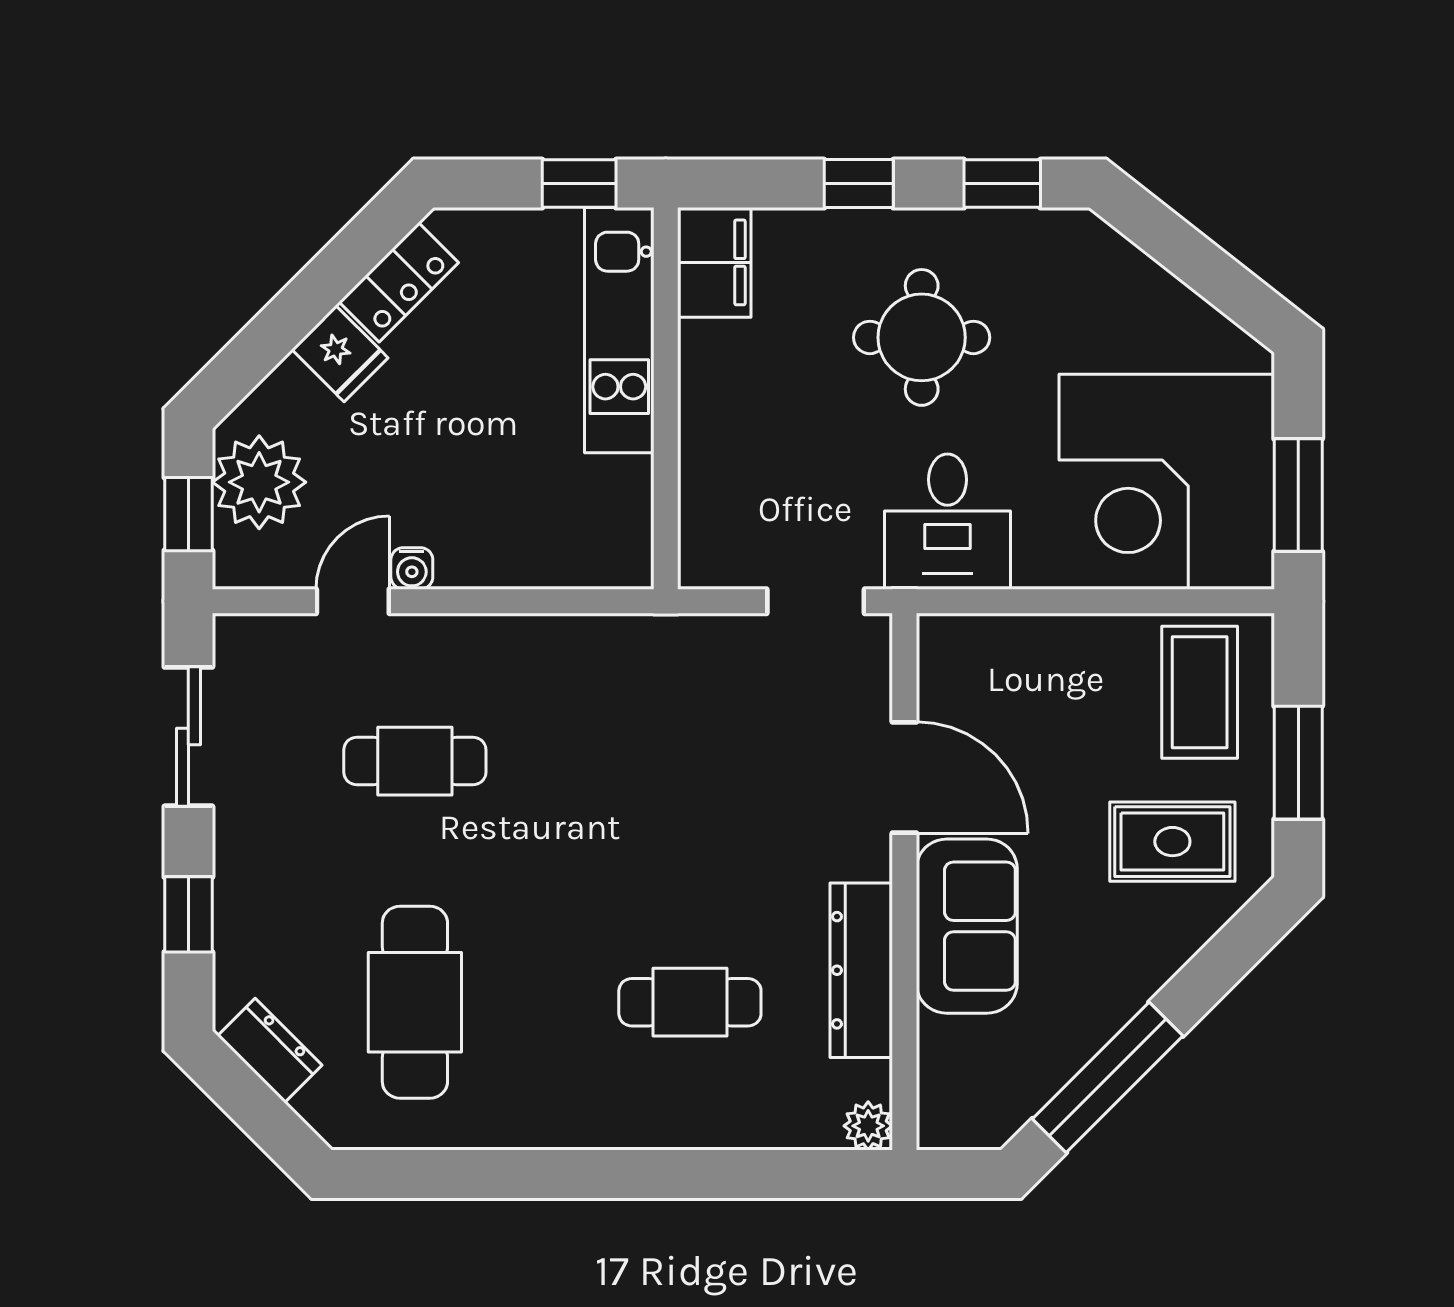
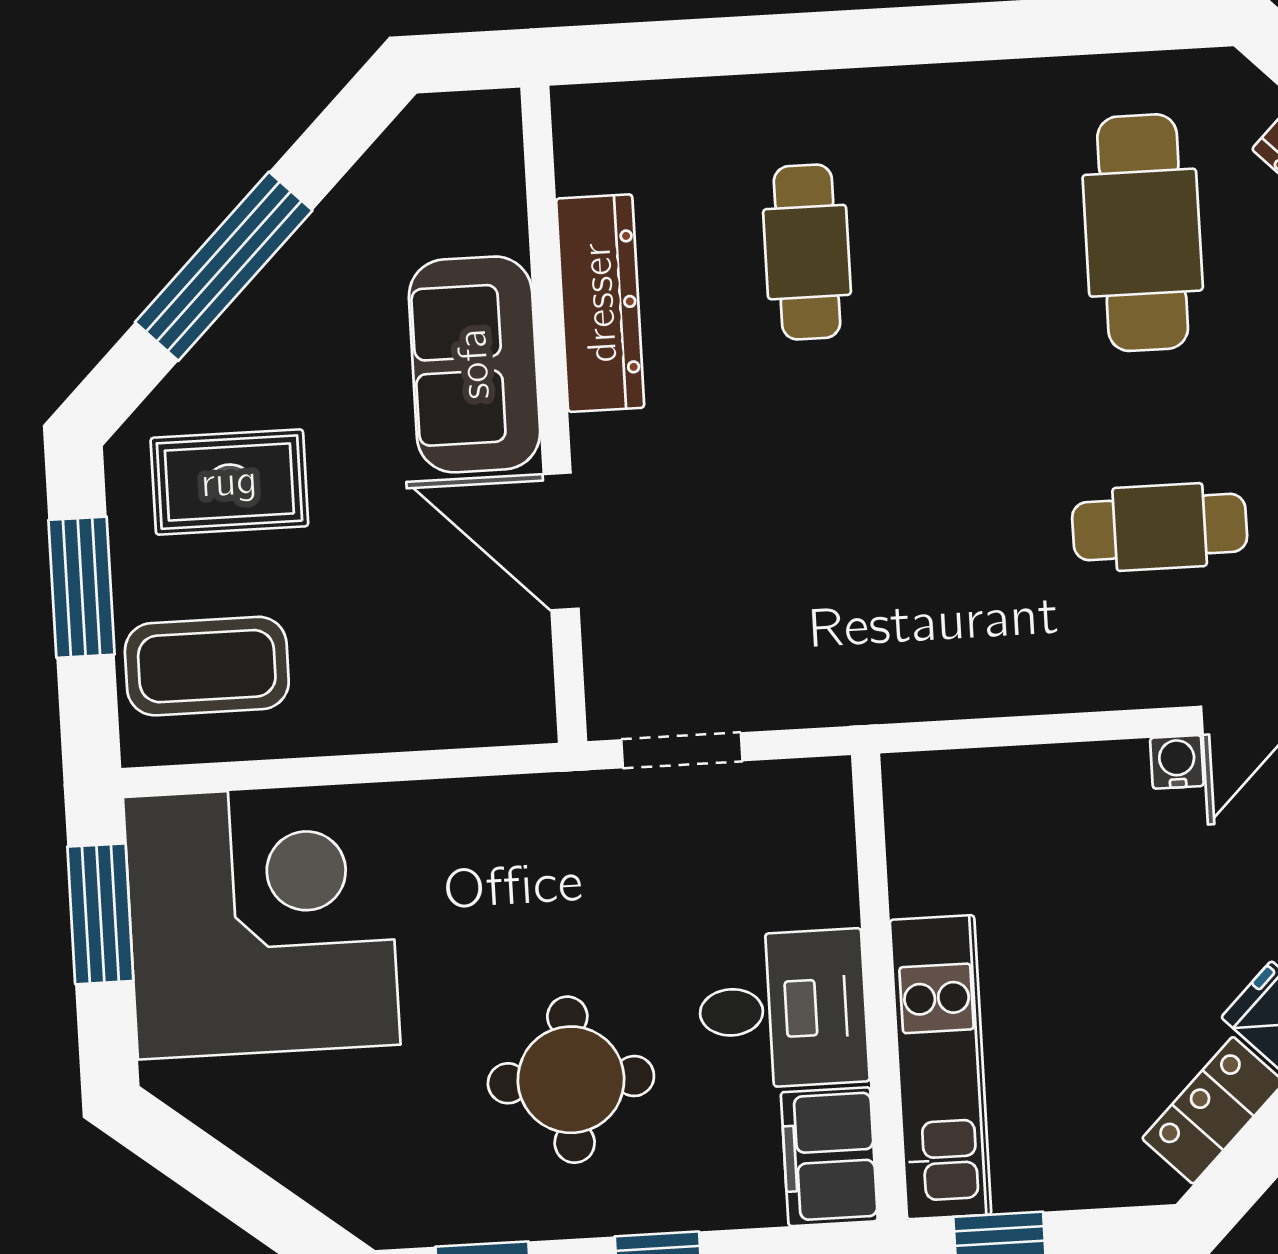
desk: (948, 522) -> (783, 1009), moved, turned 90
coffee table: (1200, 692) -> (207, 666), turned 90
cafe table: (690, 1002) -> (807, 252), turned 90
window: (1108, 1077) -> (224, 266), moved
plant: (868, 1126) -> (581, 114), removed

